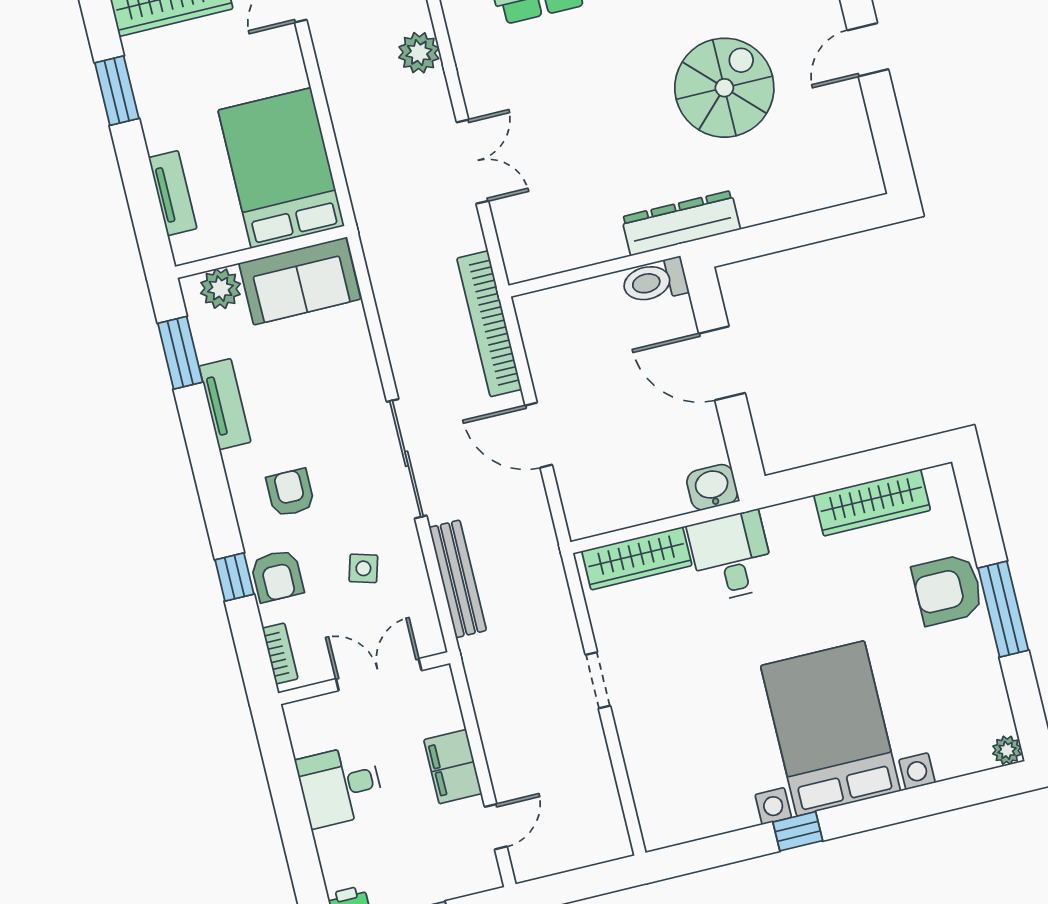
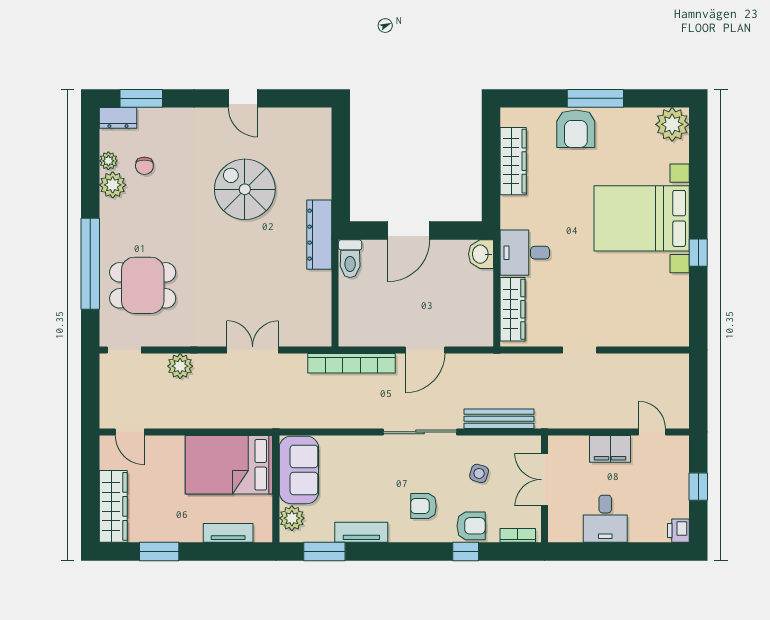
plant: (1007, 750) -> (672, 124), width x1.87, depth x1.87

